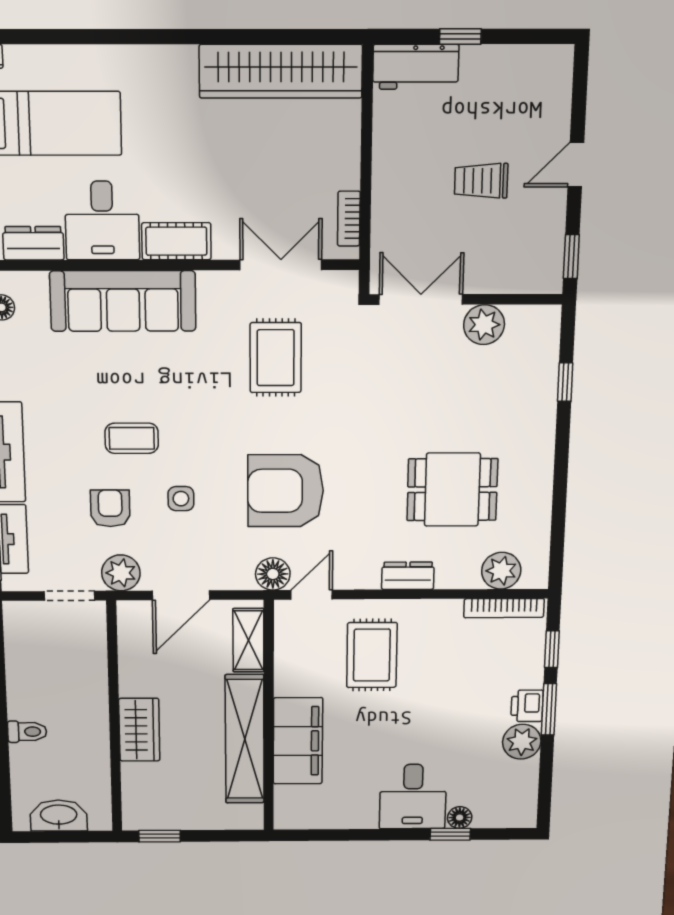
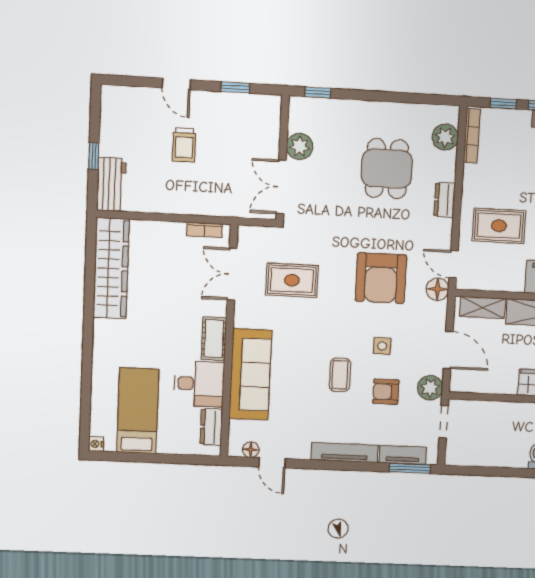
double door: (421, 299) -> (281, 187), moved
wall: (466, 299) -> (283, 158), moved
plant: (484, 325) -> (300, 146), moved

